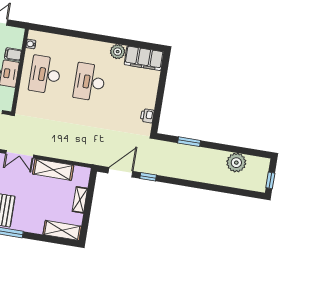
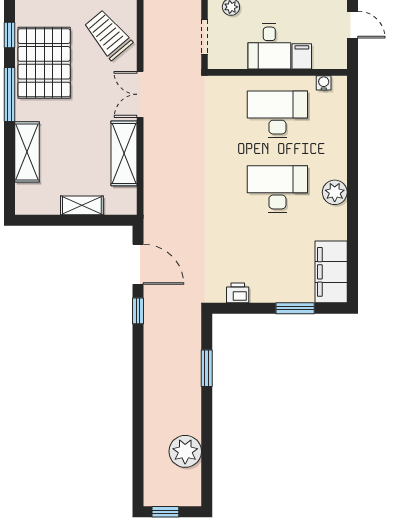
plant: (118, 52) -> (335, 192), moved
window: (162, 83) -> (295, 308), added
shelving: (62, 230) -> (27, 152), moved

